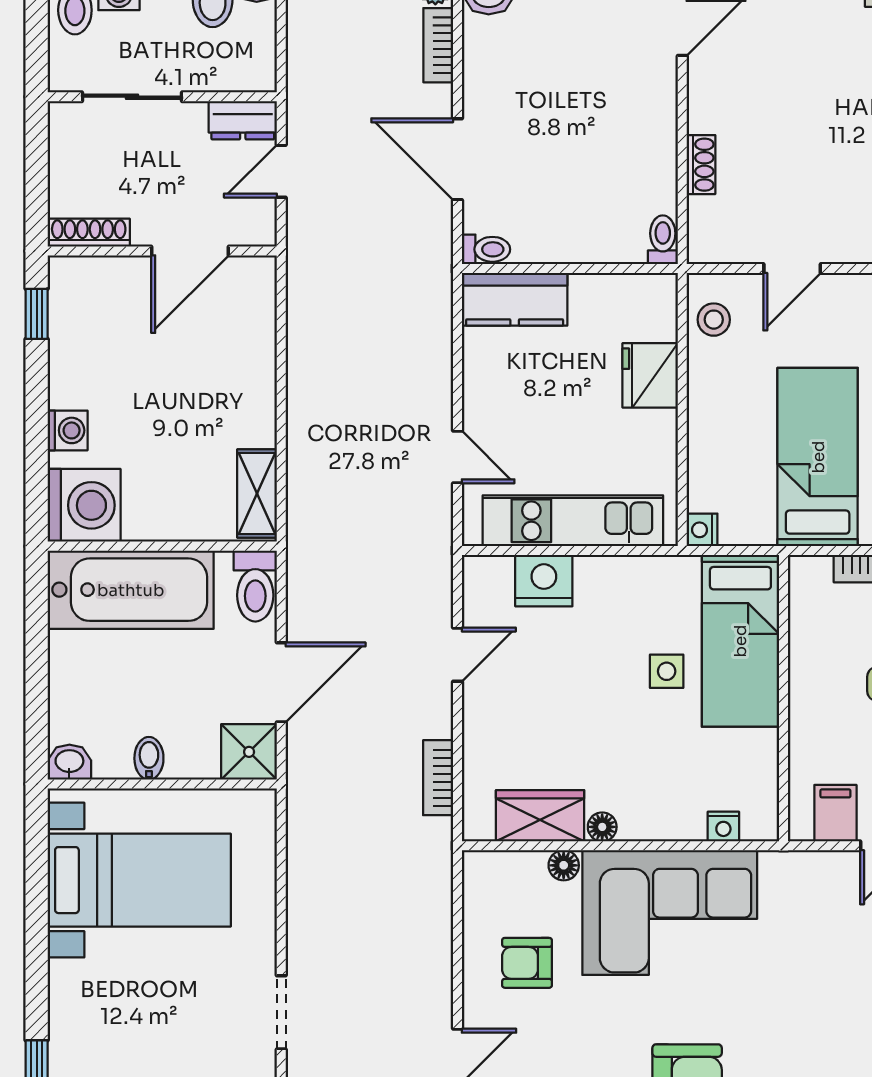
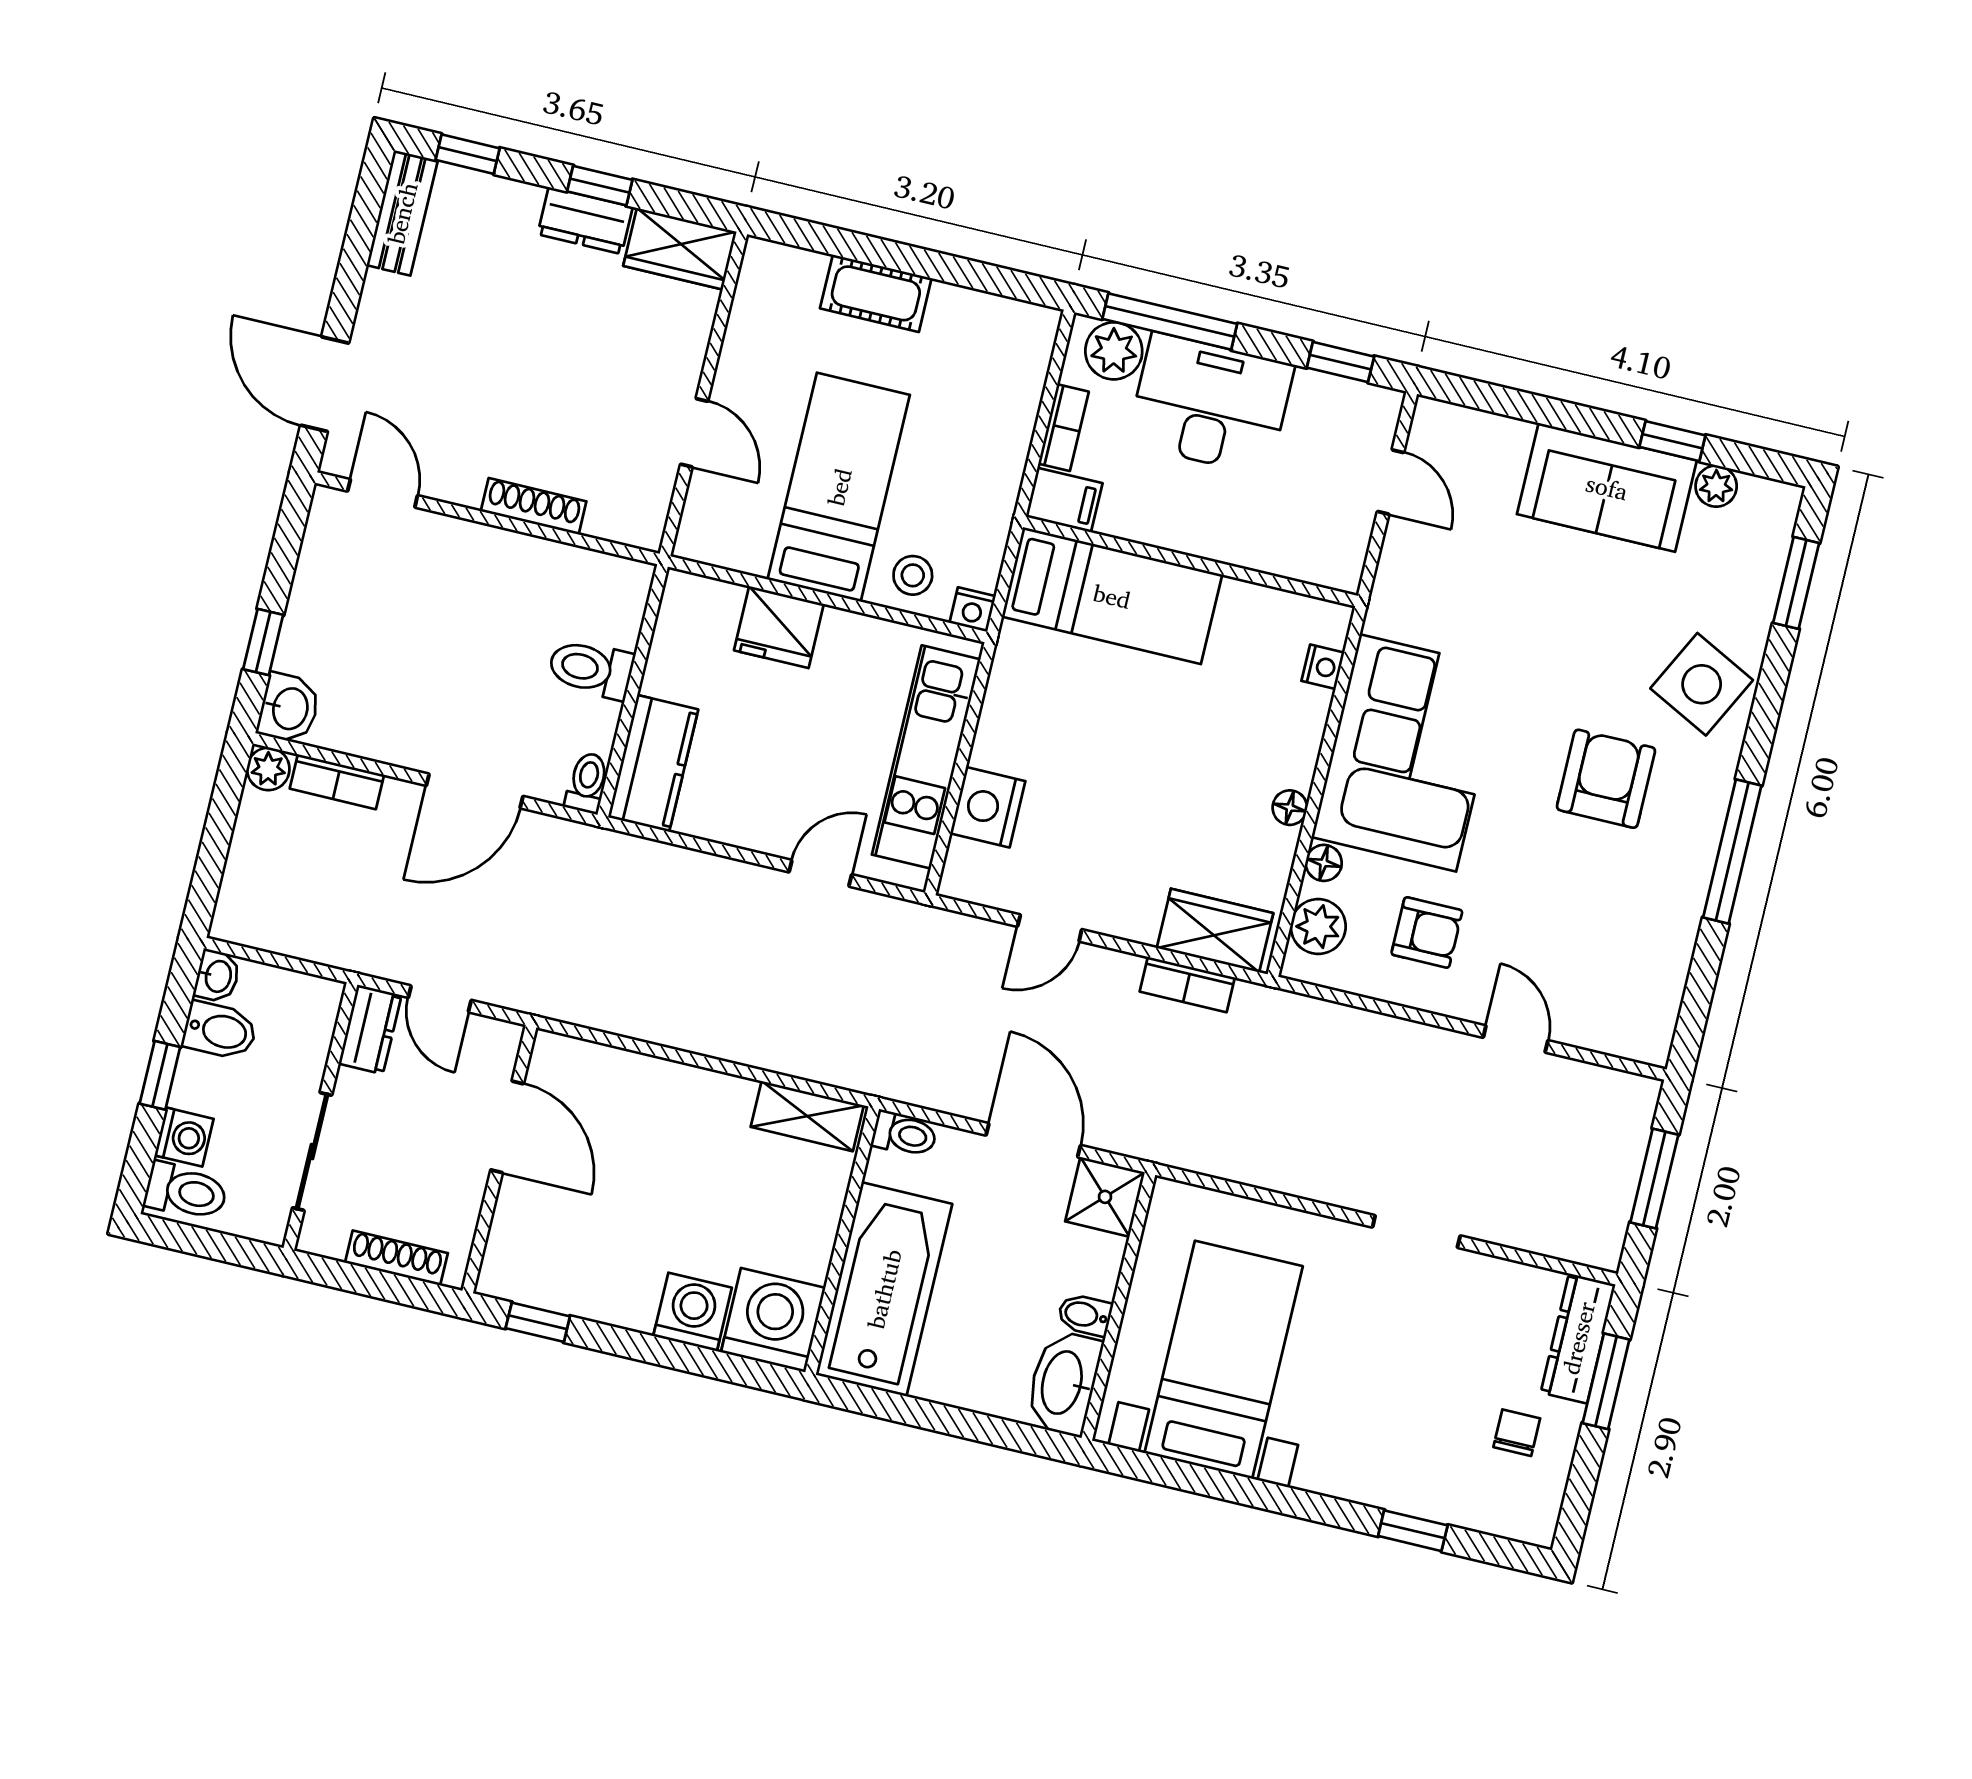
shoe rack: (701, 165) -> (534, 506), width x1.43
shoe rack: (89, 233) -> (396, 1258), moved, turned 90
toilet: (663, 240) -> (591, 669), moved, width x1.37, depth x1.39
stool: (714, 320) -> (913, 575), moved
washing machine: (68, 430) -> (693, 1312), width x1.38, depth x1.38
bed: (818, 457) -> (839, 487), moved, turned 90
toilet: (255, 586) -> (904, 1134), width x0.73, depth x0.72
door: (457, 655) -> (1050, 928), swing flipped
side table: (667, 671) -> (1127, 690), removed
washbasin: (69, 762) -> (1064, 1383), width x1.91, depth x1.45
filing cabinet: (835, 813) -> (1064, 500), moved, turned 180
wardrobe: (540, 816) -> (1215, 931), moved, turned 90
plant: (511, 873) -> (1318, 926), added
armchair: (527, 963) -> (1427, 932), turned -90

